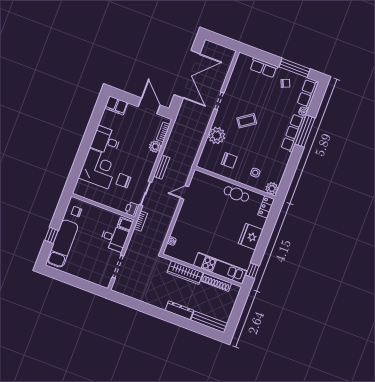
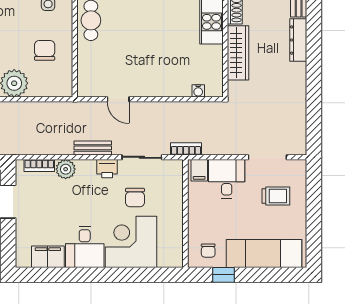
filing cabinet: (116, 105) -> (48, 257), moved, turned -90
printer: (132, 209) -> (107, 169), moved
window: (51, 235) -> (223, 275), moved
trolley: (93, 263) -> (276, 196), added

